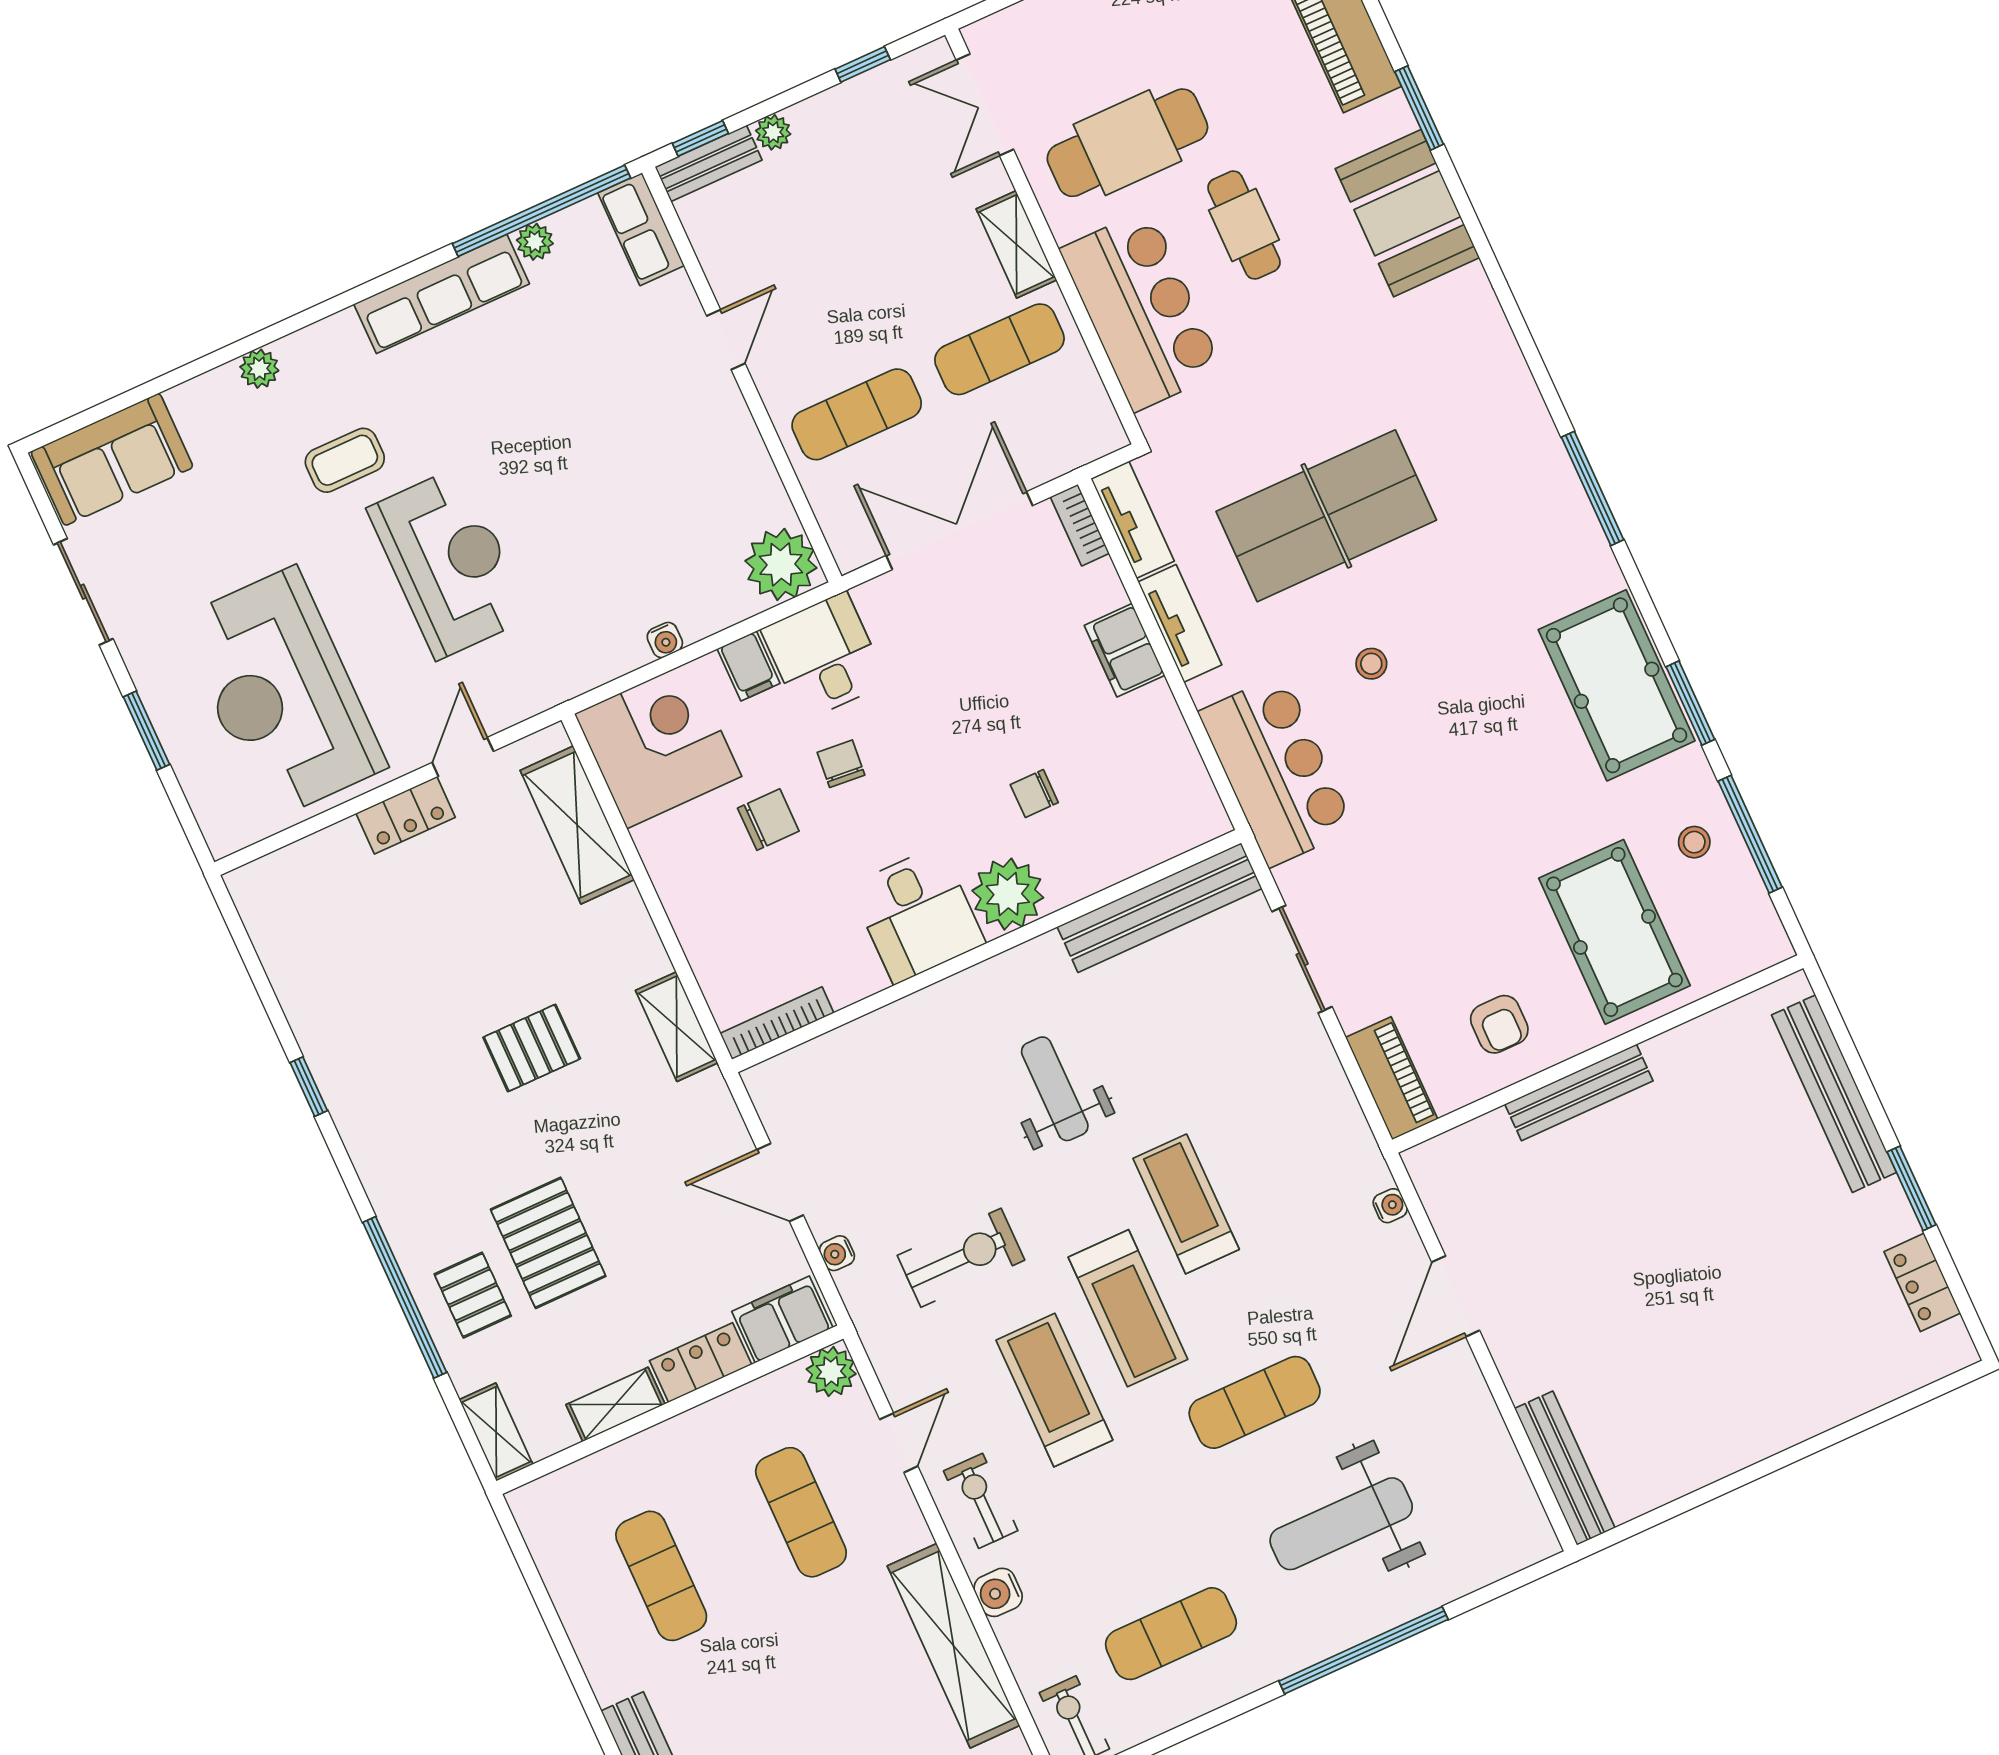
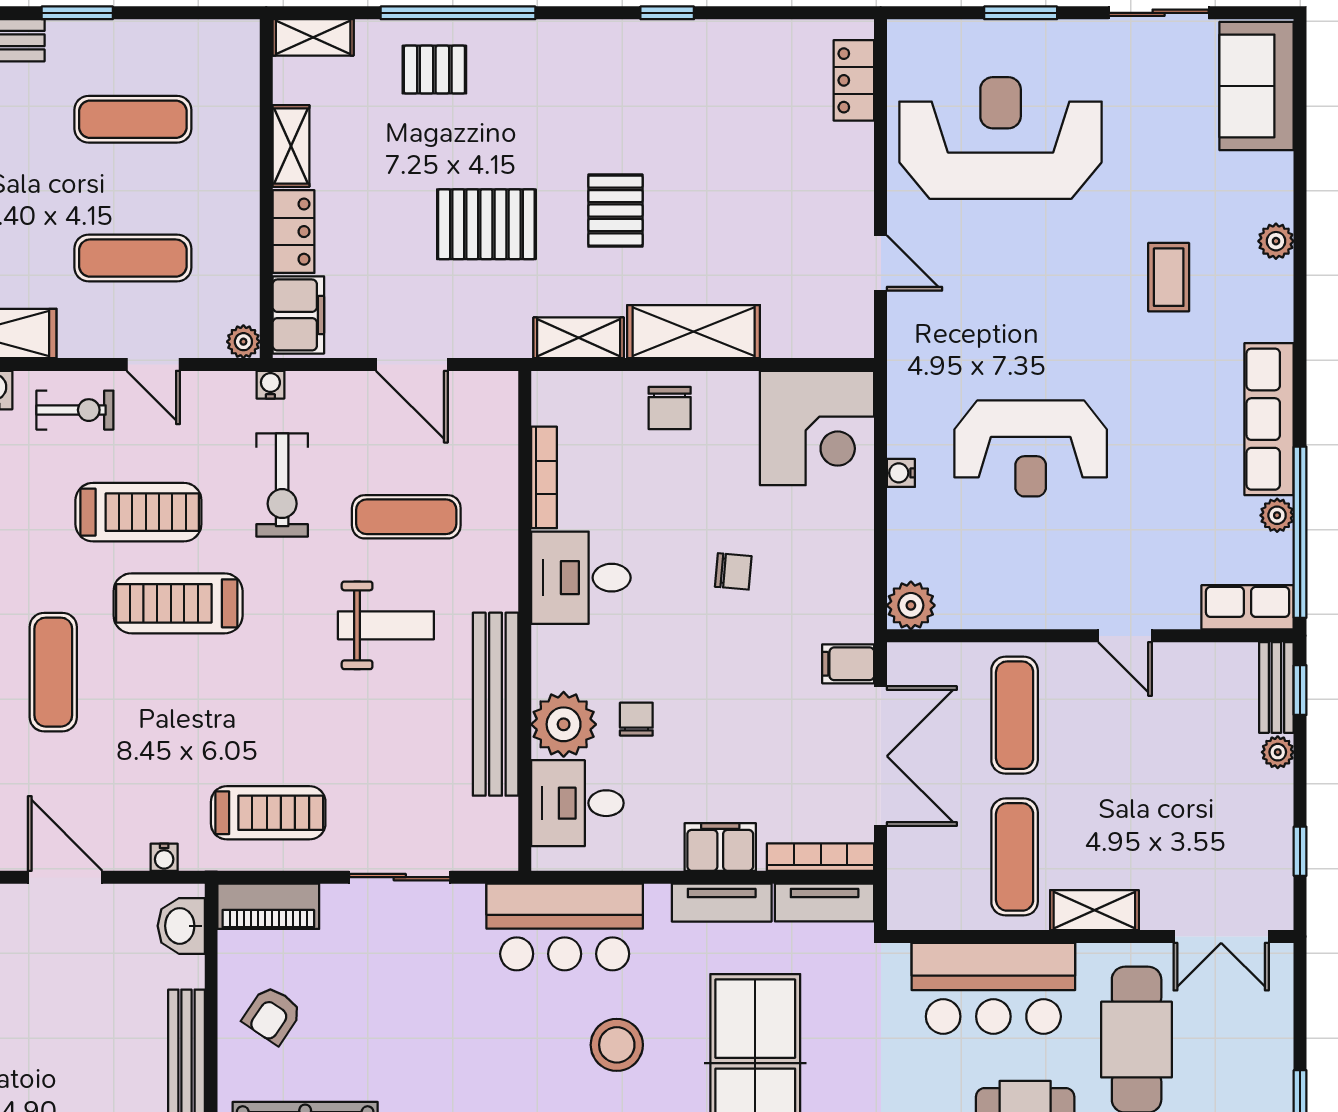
double door: (985, 105) -> (1221, 936), swing flipped
bookcase: (1080, 525) -> (821, 857), width x1.56
reception desk: (449, 563) -> (1031, 448), moved
plant: (781, 564) -> (911, 605), width x0.73, depth x0.73
desk: (824, 656) -> (577, 803), moved, turned 180
stool: (1371, 664) -> (617, 1045), width x1.89, depth x1.89
filing cabinet: (749, 666) -> (848, 664), moved
locker: (406, 815) -> (854, 80), moved
chair: (768, 820) -> (670, 408), moved
shelving: (577, 825) -> (694, 332), moved
plant: (1008, 894) -> (564, 724), moved
bench: (1160, 908) -> (496, 704), moved
bookcase: (777, 1023) -> (544, 477), moved
armchair: (1499, 1024) -> (272, 1015), turned -56
exercise mat: (936, 1118) -> (406, 517), added
washbasin: (1452, 1157) -> (181, 926), added
door: (780, 1182) -> (412, 364), swing flipped
treadmill: (1186, 1204) -> (268, 813), moved
pallet: (548, 1243) -> (486, 224), moved
water cooler: (837, 1253) -> (270, 385), moved
plant: (831, 1372) -> (243, 342), width x0.73, depth x0.73
window: (580, 1681) -> (77, 13), added

